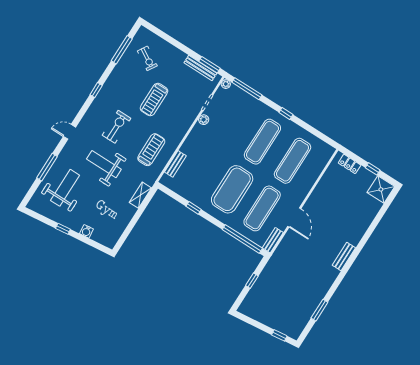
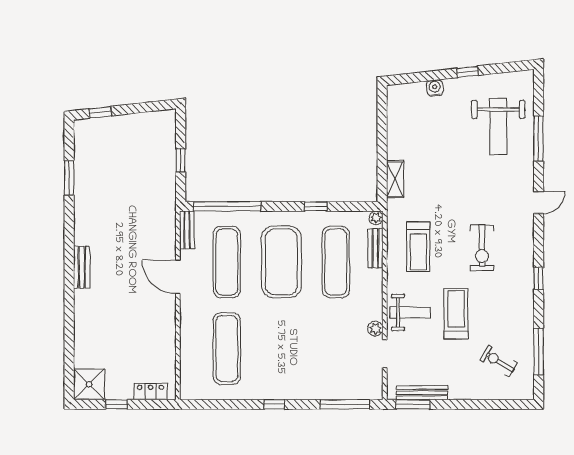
plant: (226, 84) -> (376, 218), moved
exercise mat: (262, 142) -> (336, 262), moved
weight bench: (104, 164) -> (410, 312), moved, width x0.73, depth x0.75

